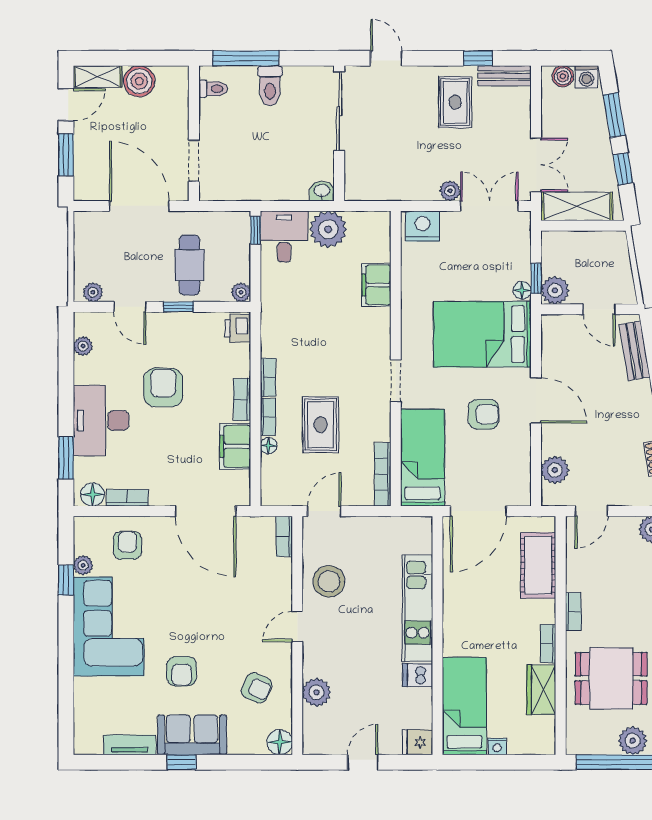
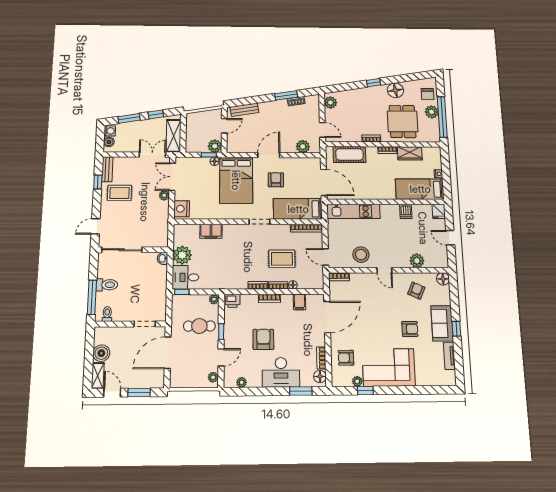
armchair: (163, 388) -> (263, 339), turned 90
filing cabinet: (235, 446) -> (299, 302), width x0.50
kitchen unit: (418, 608) -> (353, 211), moved

